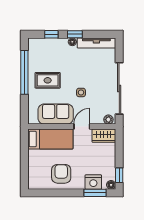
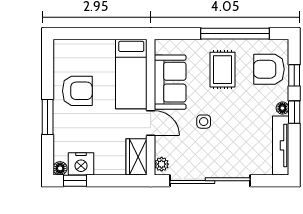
armchair: (47, 50) -> (269, 69), added
nightstand: (93, 182) -> (81, 164), moved, turned -90
window: (95, 193) -> (48, 117), moved

